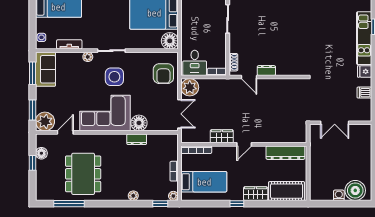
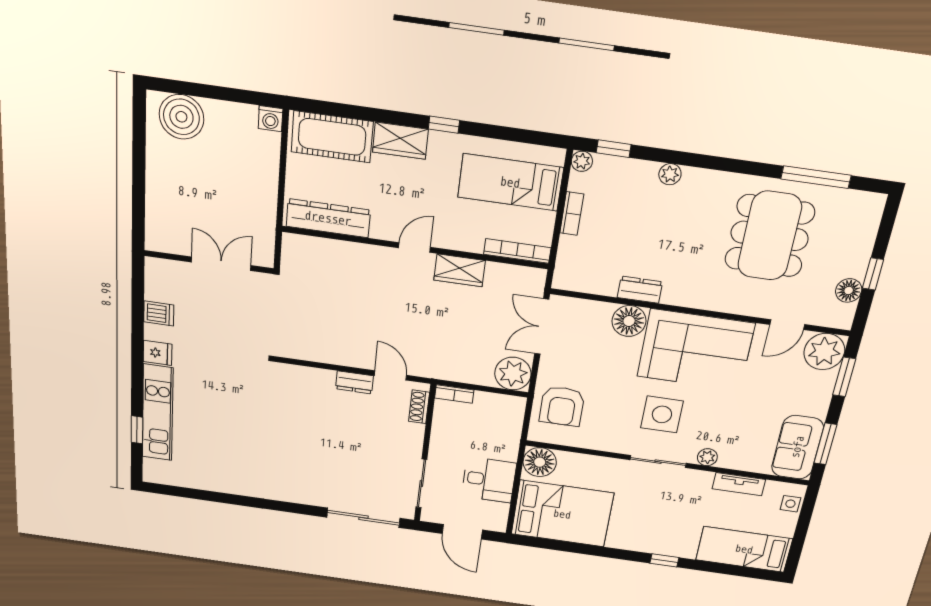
desk: (195, 63) -> (489, 480), moved, turned 90
armchair: (163, 74) -> (562, 406), turned 180
washing machine: (339, 195) -> (271, 119), moved

